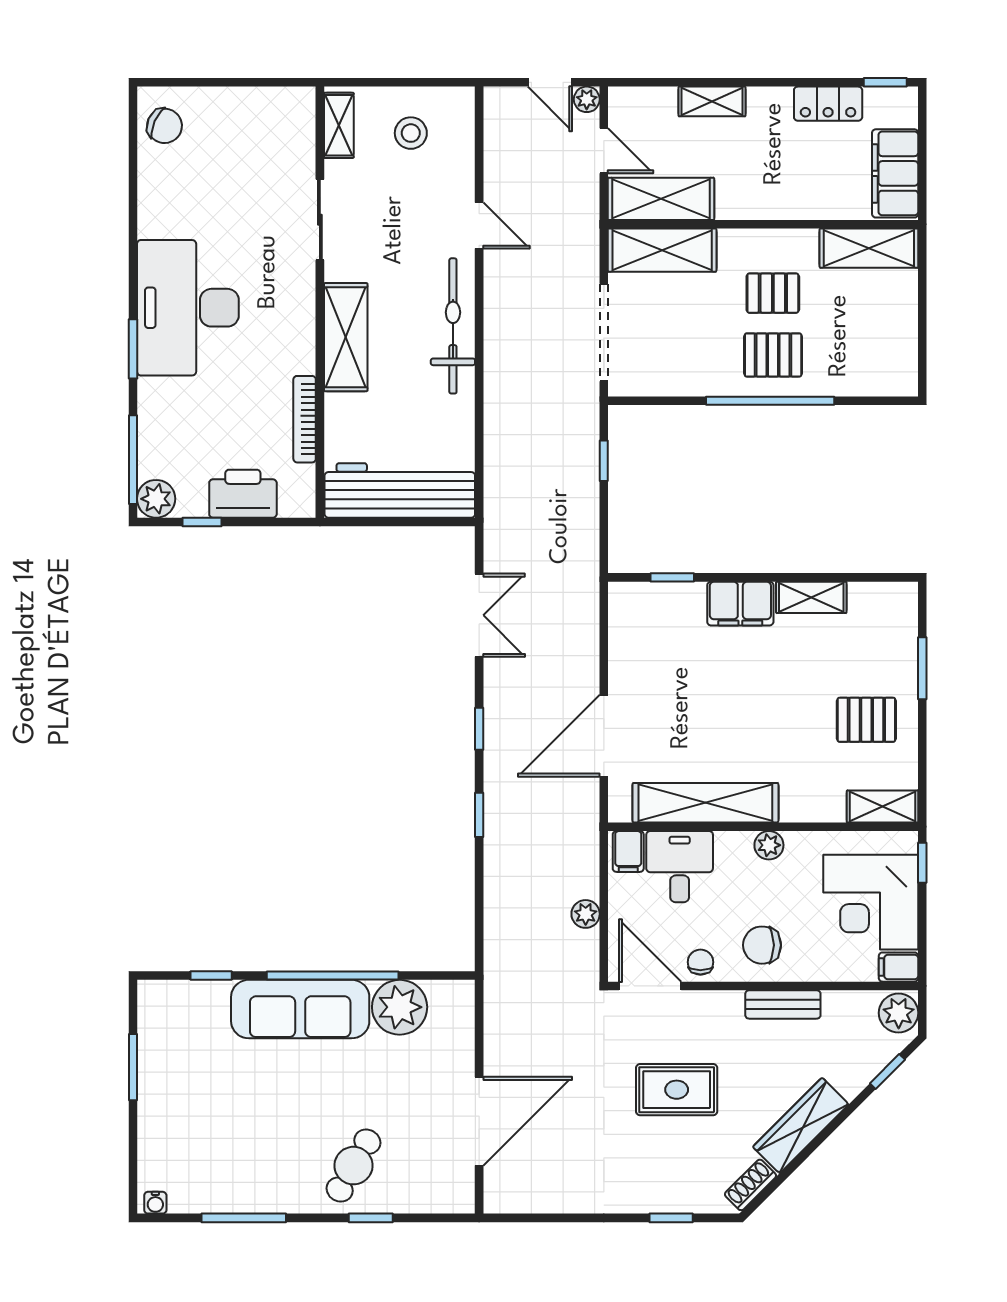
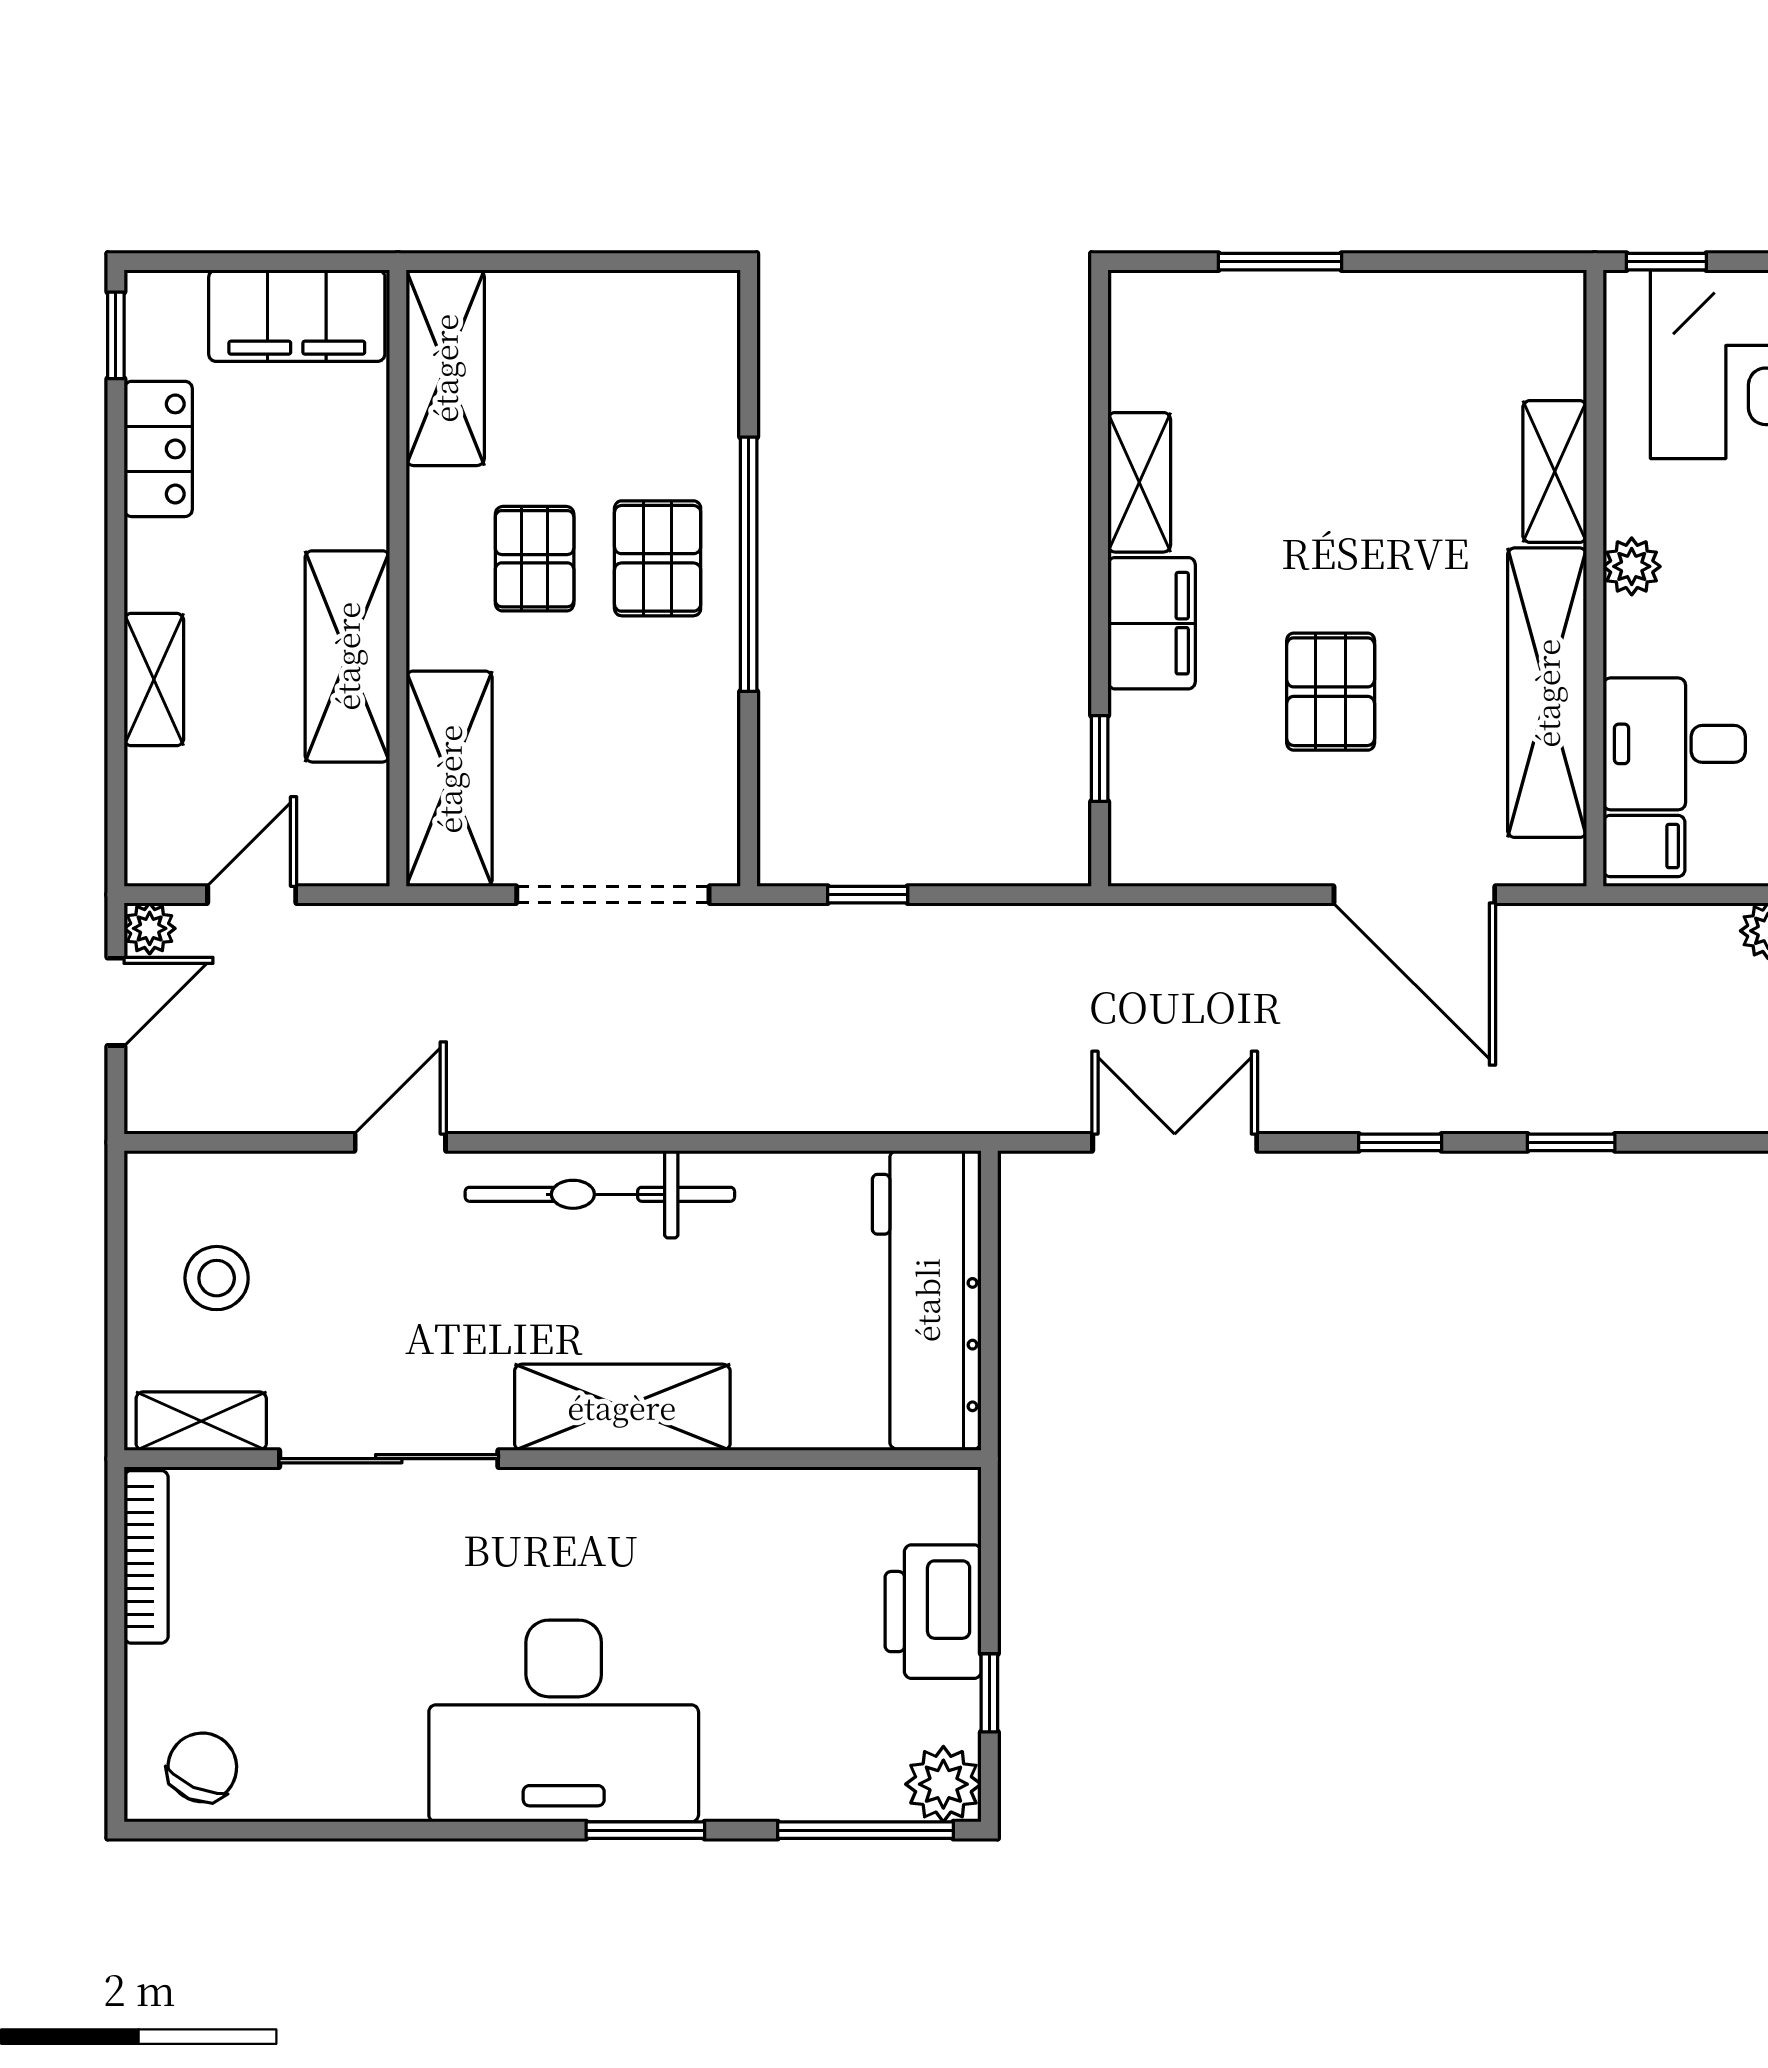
shelving: (661, 199) -> (347, 656), moved
sliding door: (320, 220) -> (389, 1459), width x1.37
bookcase: (305, 419) -> (146, 1557), moved, turned -90
pallet: (866, 720) -> (1331, 692), moved
shelving: (882, 806) -> (1555, 472), moved

